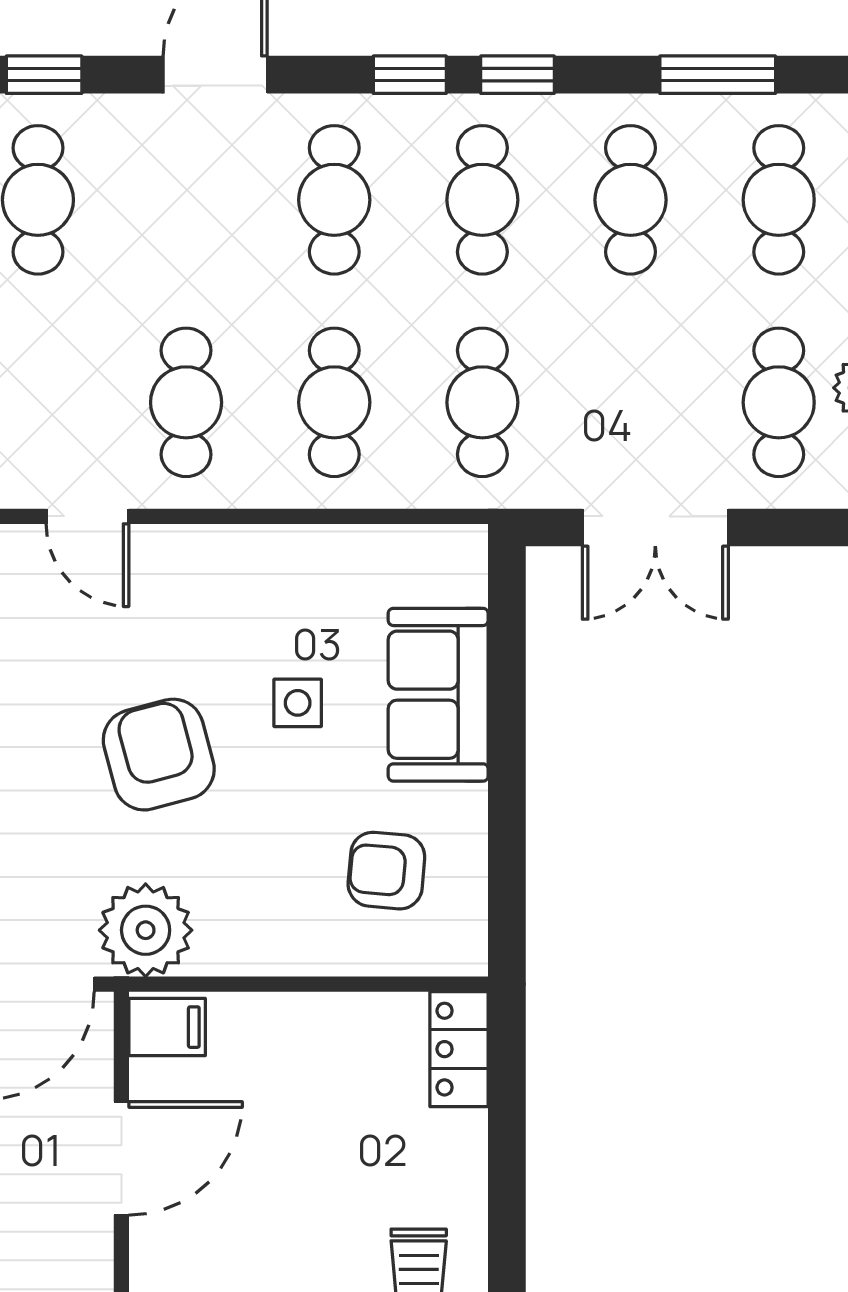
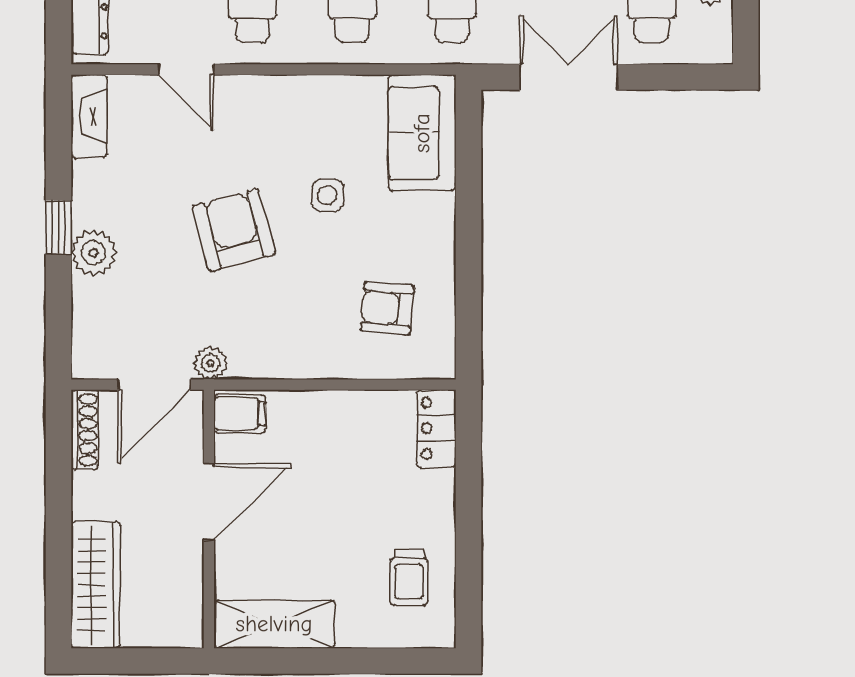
double door: (655, 527) -> (569, 77), swing flipped
sofa: (438, 695) -> (422, 133), moved
plant: (146, 930) -> (211, 363), width x0.53, depth x0.53

